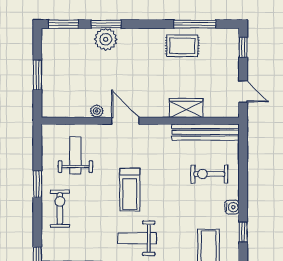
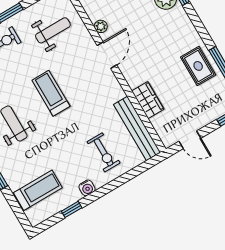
door: (243, 91) -> (190, 140), hinge flipped
exercise bike: (209, 174) -> (104, 152), turned 180
treadmill: (130, 190) -> (51, 93), turned 90

